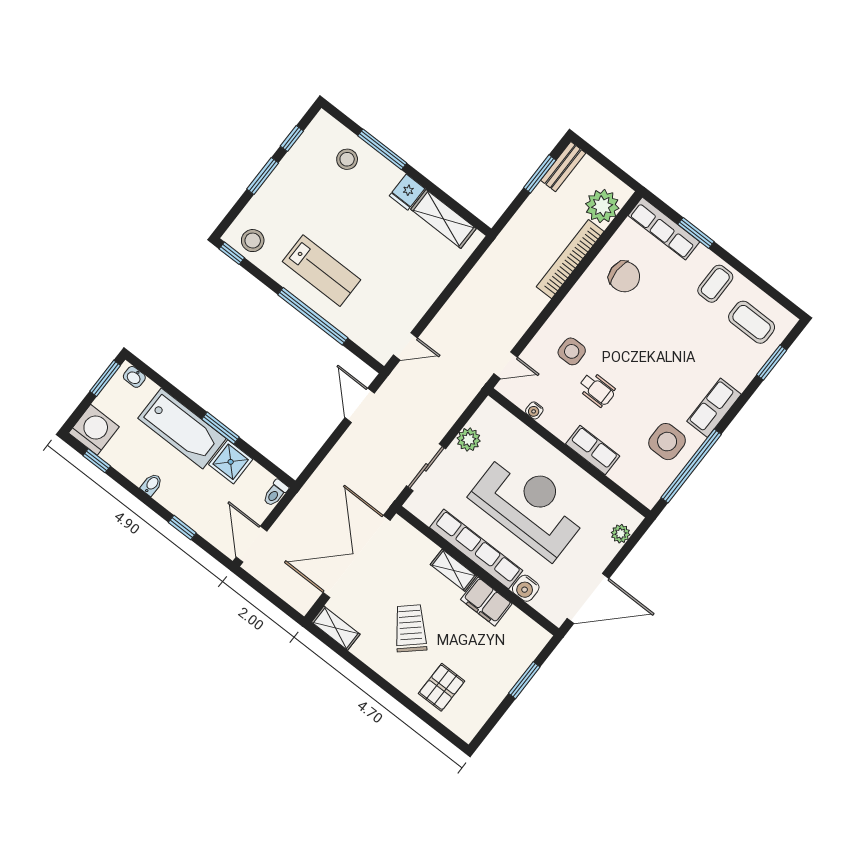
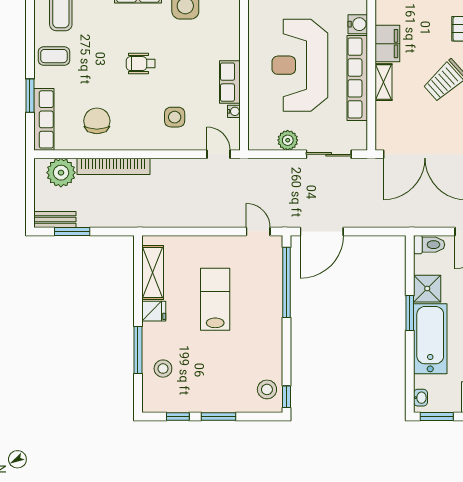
lab bench: (321, 271) -> (215, 299), moved
window: (313, 316) -> (286, 282), moved
wheelchair: (597, 389) -> (141, 64), moved, turned -90
door: (360, 405) -> (322, 231), width x1.36
row of seats: (593, 450) -> (230, 82), moved
toilet: (275, 493) -> (429, 245), width x1.37, depth x1.39

